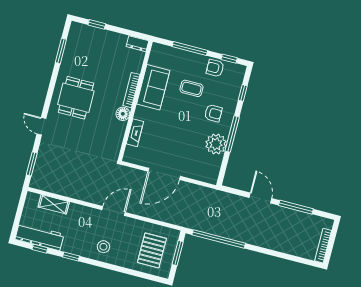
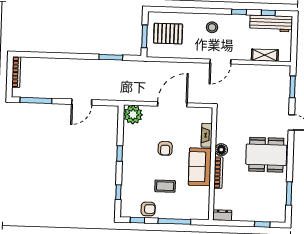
sofa: (153, 87) -> (200, 167), moved
dining table: (76, 98) -> (266, 155), width x1.38
armchair: (213, 113) -> (165, 148), moved, turned -90
window: (232, 134) -> (120, 154), width x0.46
plant: (216, 144) -> (133, 115), moved
door: (260, 198) -> (82, 102), hinge flipped
window: (296, 207) -> (36, 100), moved
door: (114, 211) -> (220, 61), moved
window: (219, 239) -> (111, 57), width x0.47
pallet: (152, 250) -> (168, 34), turned 90

